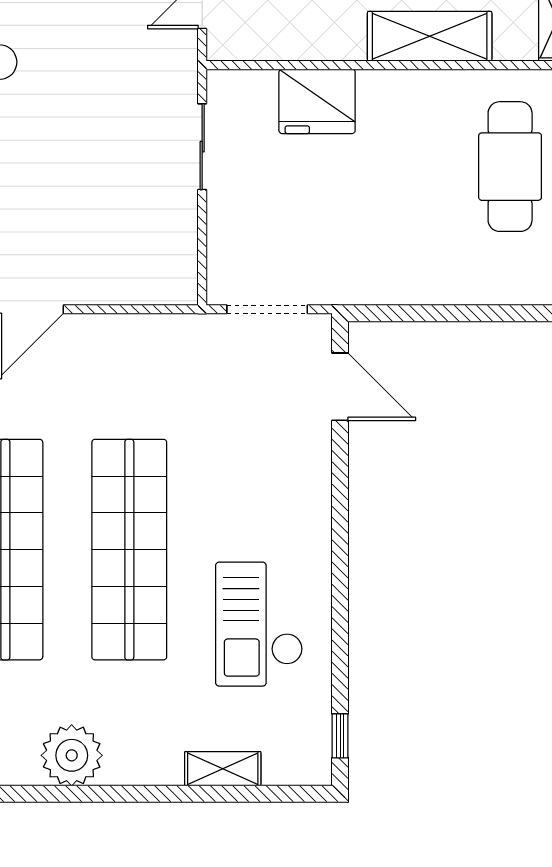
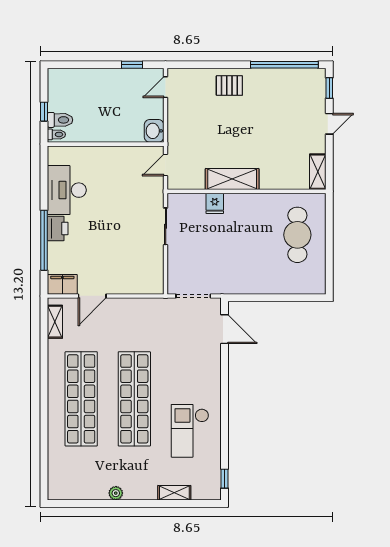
shelving: (430, 36) -> (232, 179), moved
fridge: (317, 101) -> (215, 203), width x0.53, depth x0.75
plant: (72, 755) -> (116, 493), width x0.53, depth x0.53

